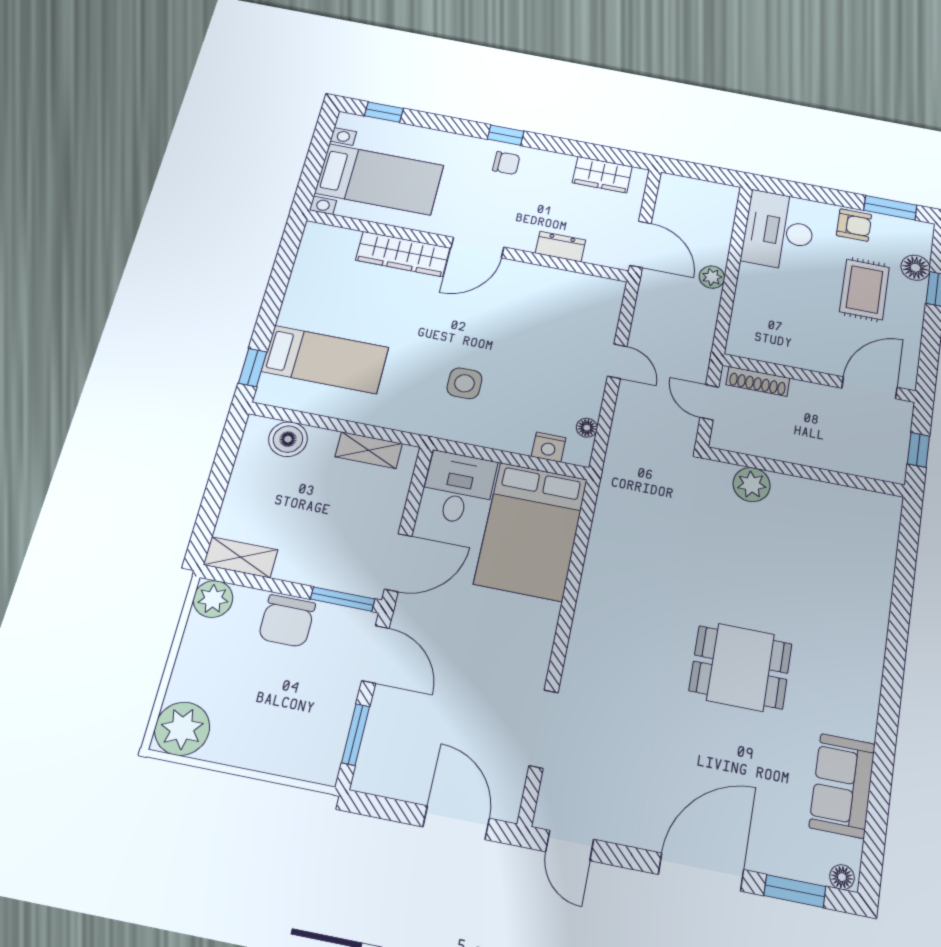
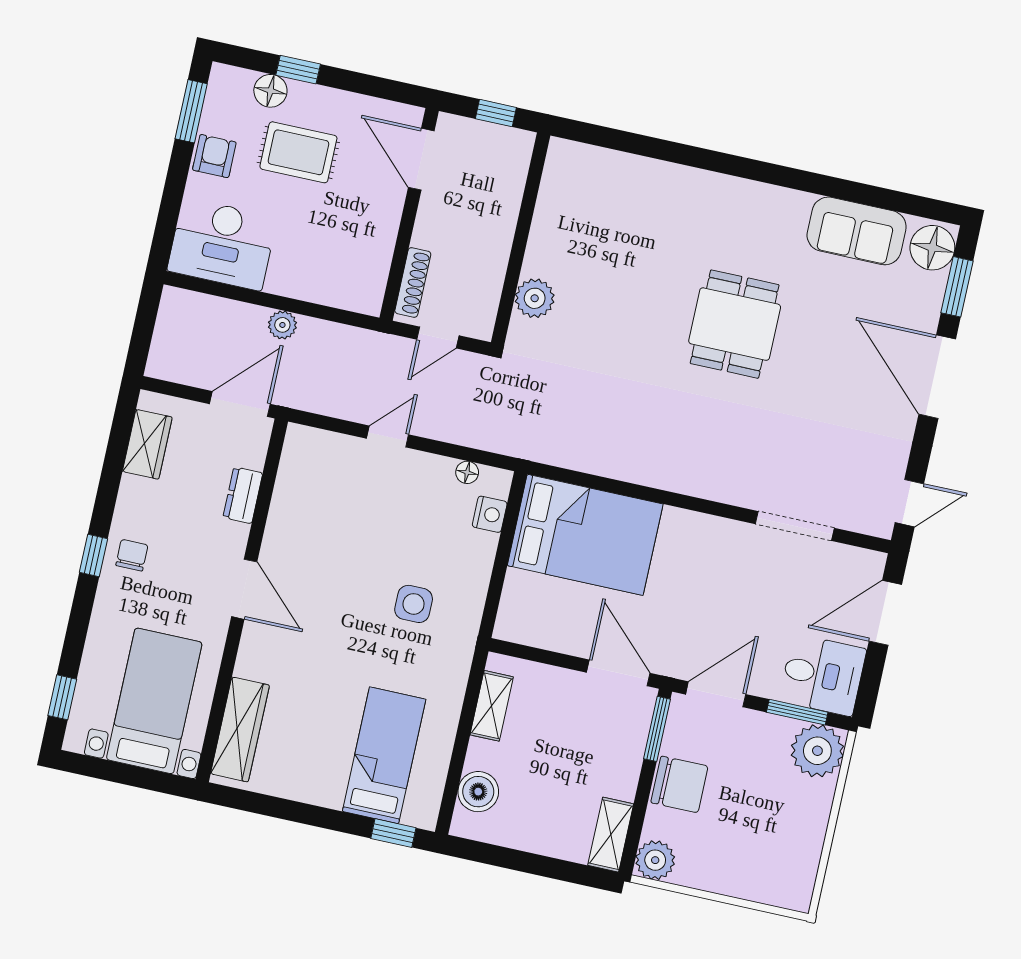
wardrobe: (403, 254) -> (240, 729), moved
desk: (458, 488) -> (823, 675), moved, turned 180
plant: (182, 729) -> (817, 751), moved
floor lamp: (842, 877) -> (932, 248), width x1.89, depth x1.89

